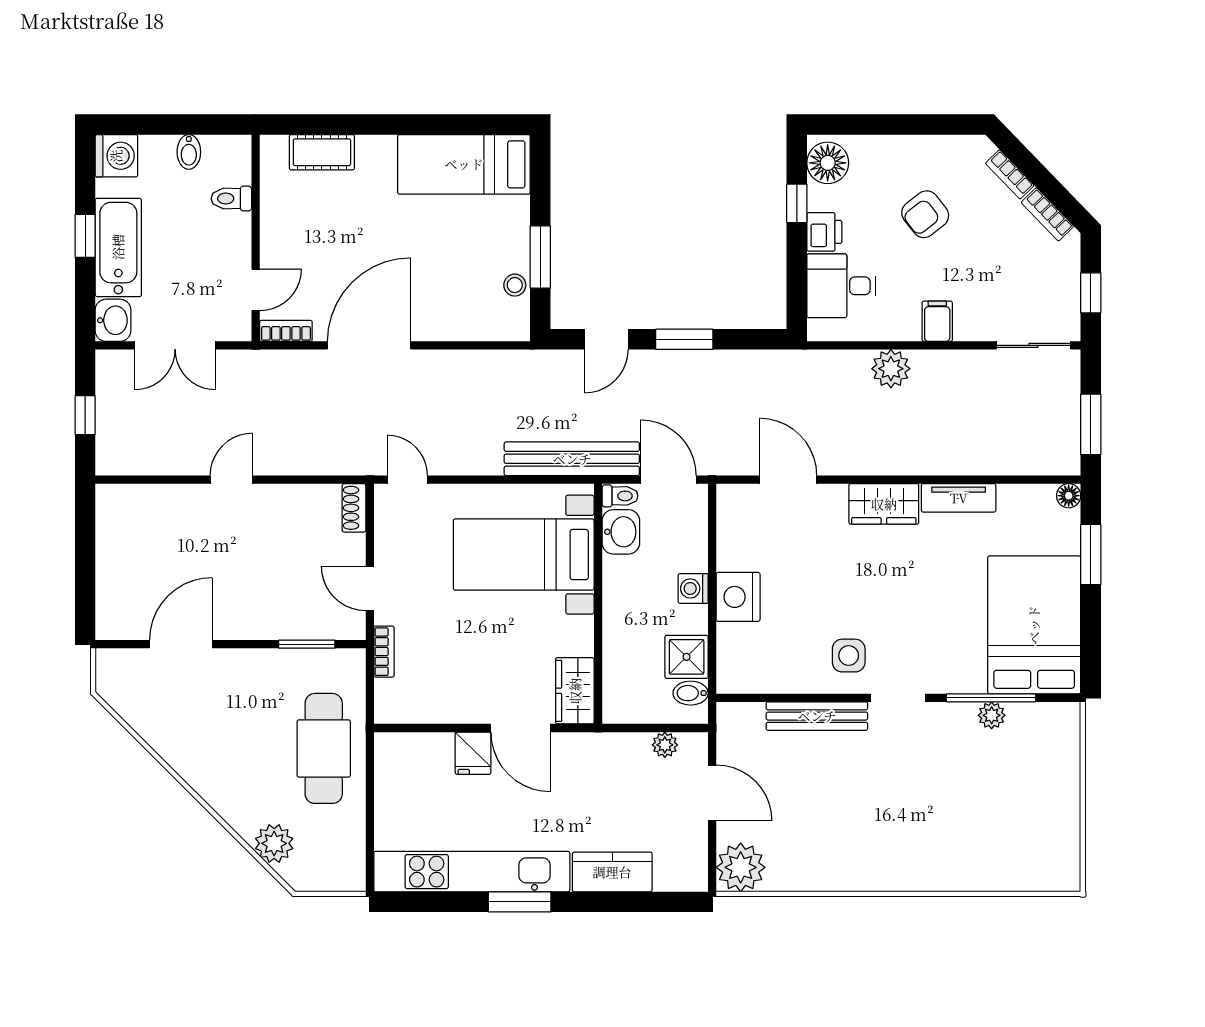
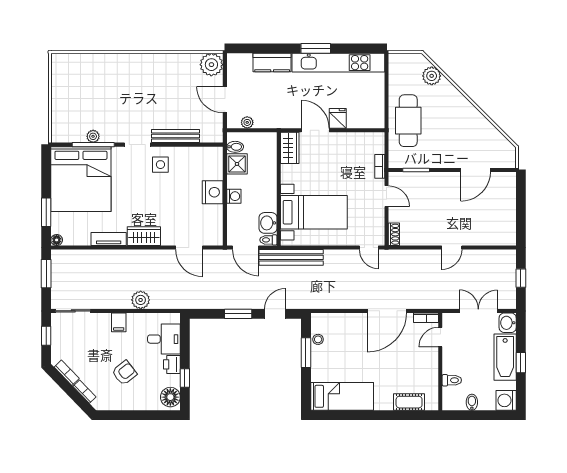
bed: (1034, 625) -> (81, 179), width x1.36

